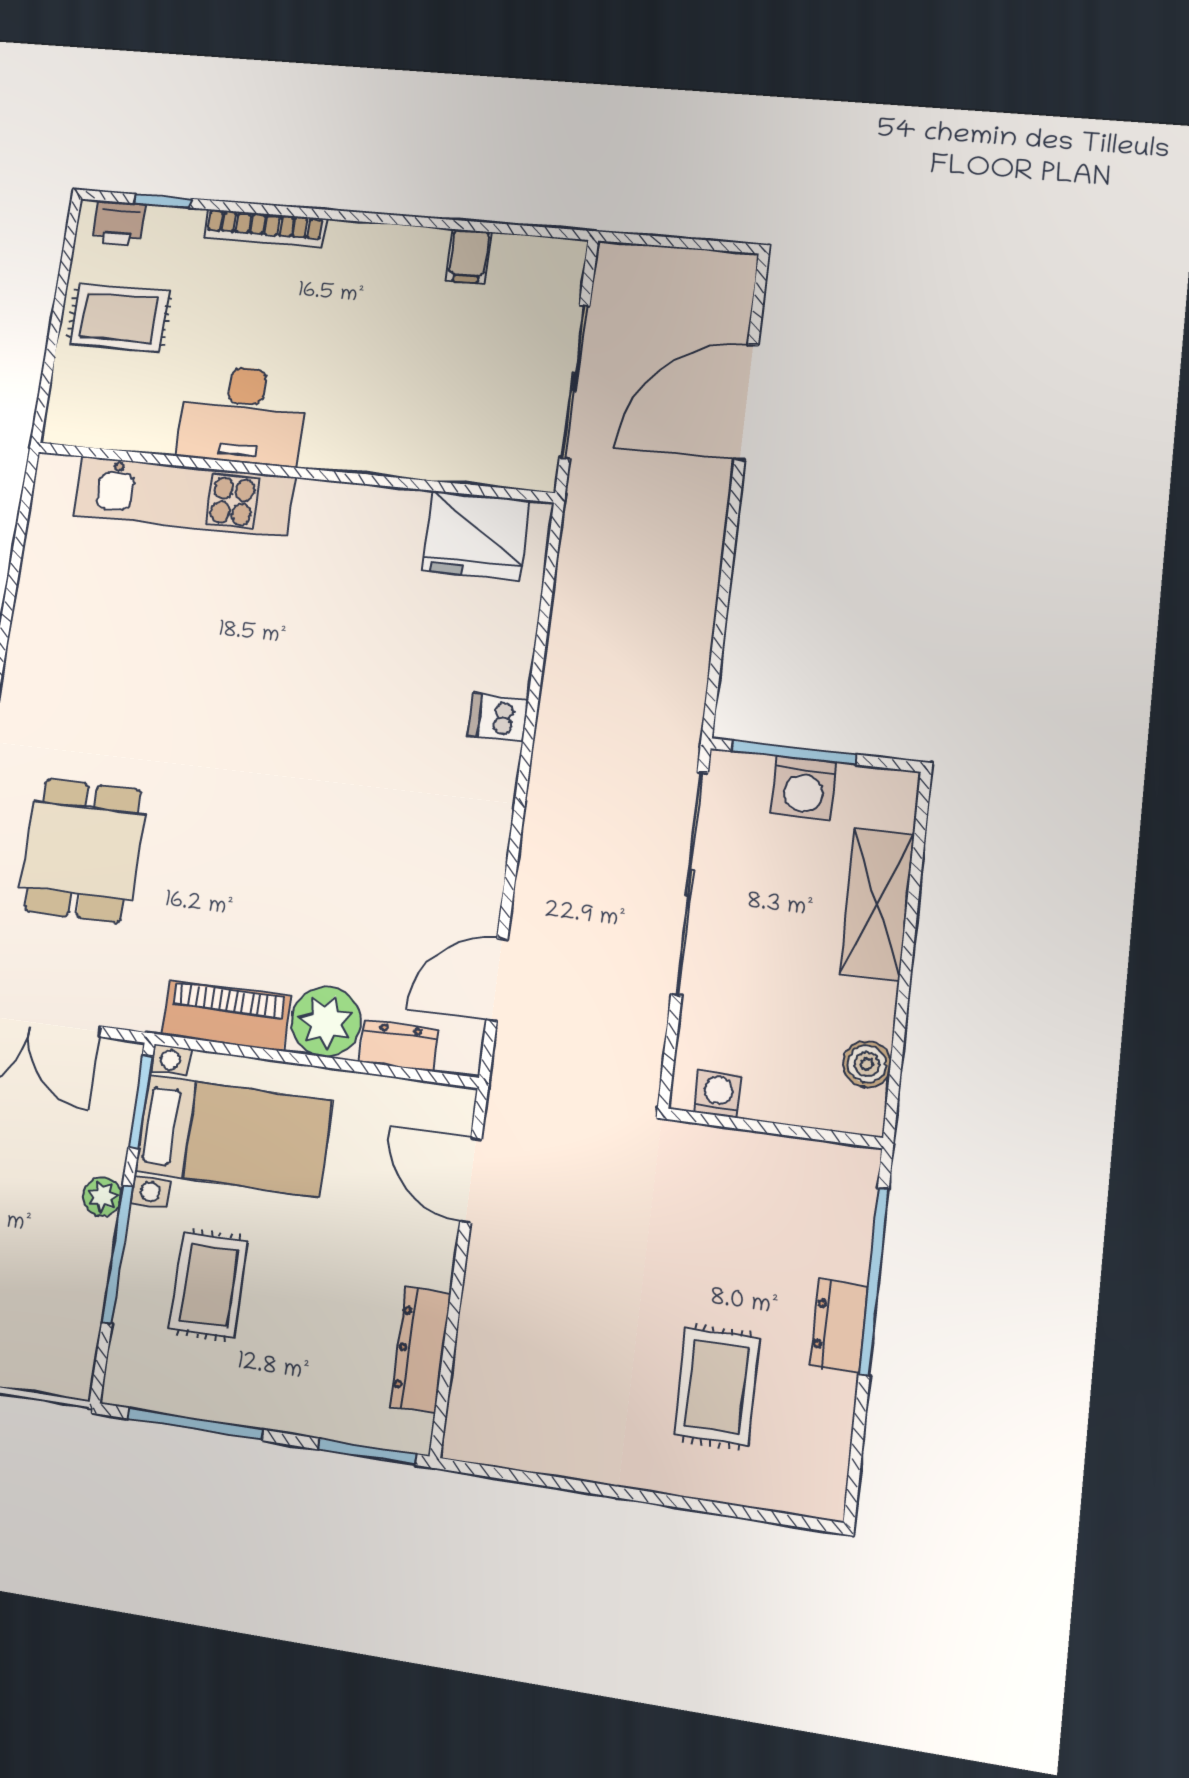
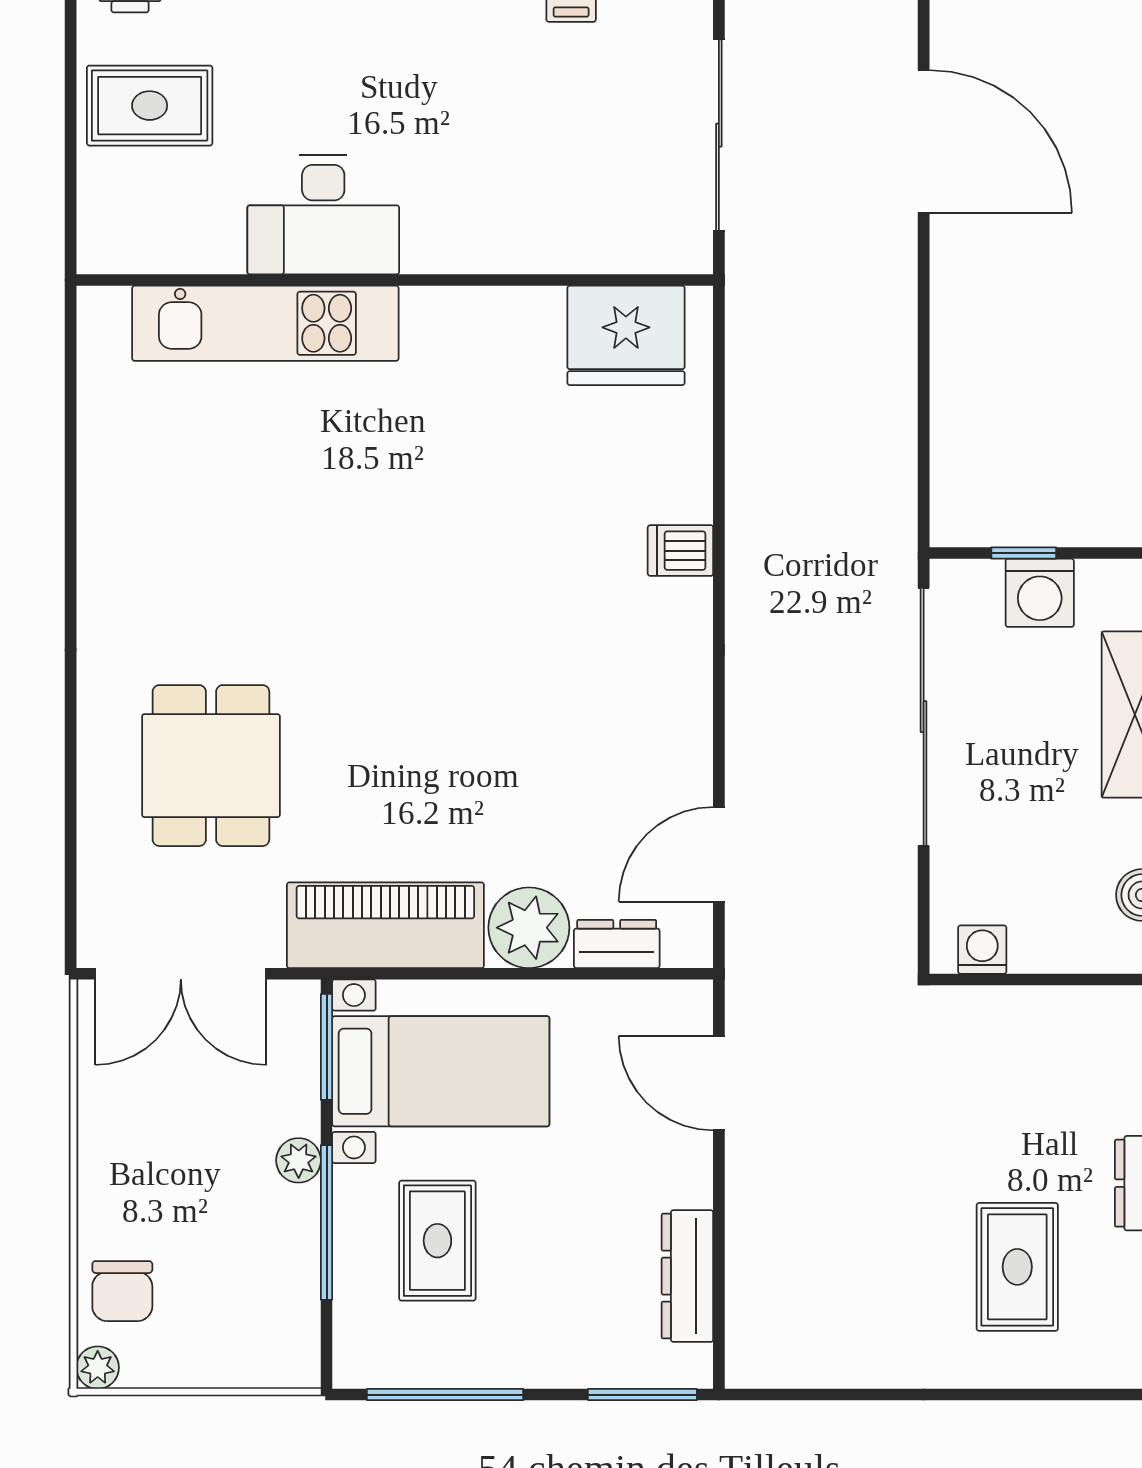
door: (746, 402) -> (924, 141), swing flipped
window: (794, 753) -> (1024, 553), width x0.46
piano: (226, 1015) -> (385, 925), width x1.37, depth x1.33

